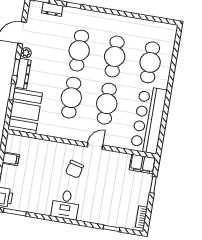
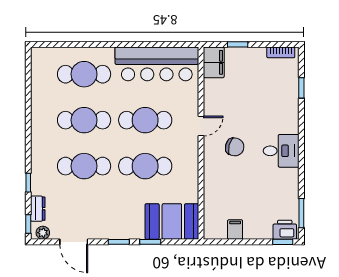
plant: (26, 53) -> (43, 233), moved
dresser: (23, 74) -> (125, 232), removed
door: (95, 146) -> (201, 126), swing flipped

